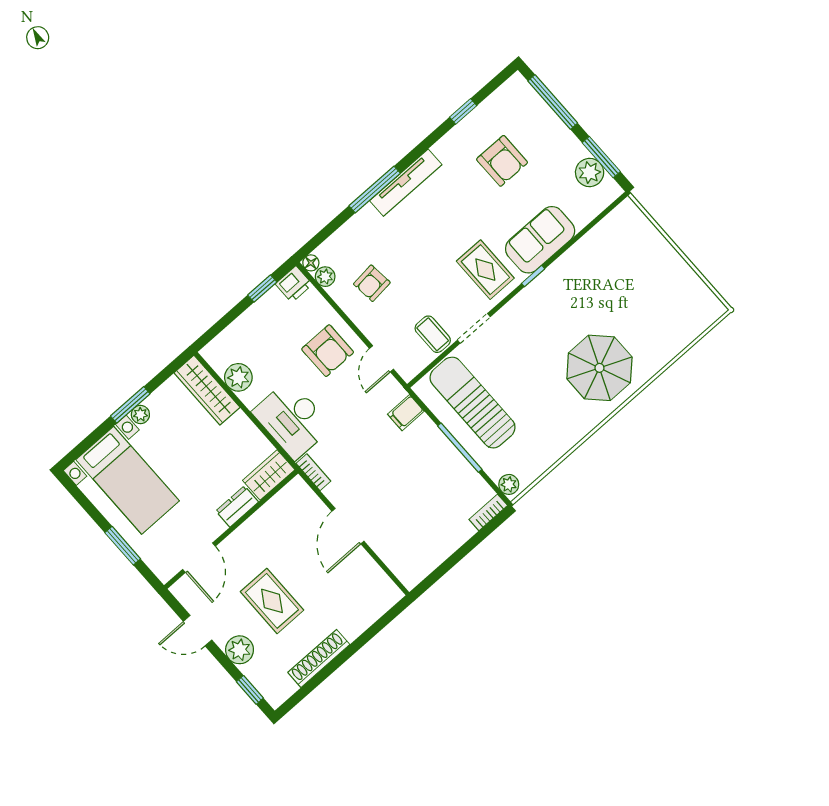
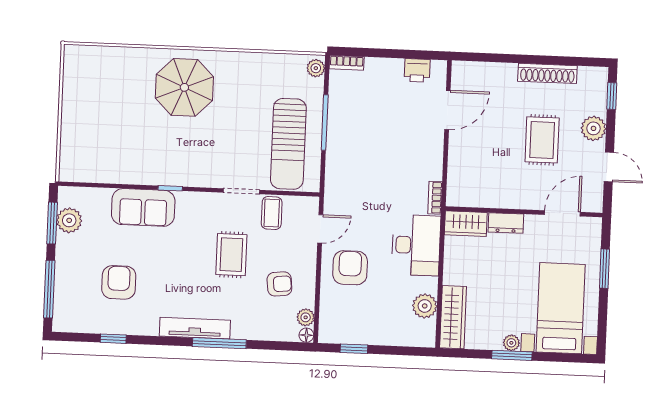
rug: (485, 270) -> (231, 255), moved
printer: (294, 284) -> (417, 70), moved, turned 180
filing cabinet: (406, 413) -> (338, 179), removed
door: (348, 526) -> (447, 110), moved

